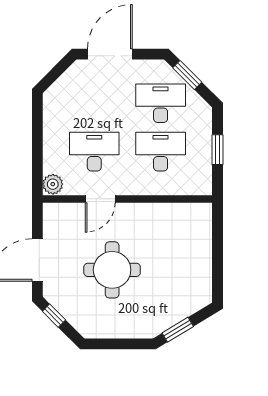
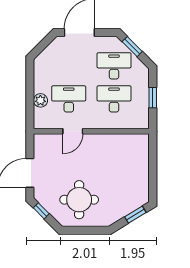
plant: (53, 184) -> (40, 100), moved
round table: (112, 270) -> (79, 200), moved
window: (178, 330) -> (135, 215), moved

